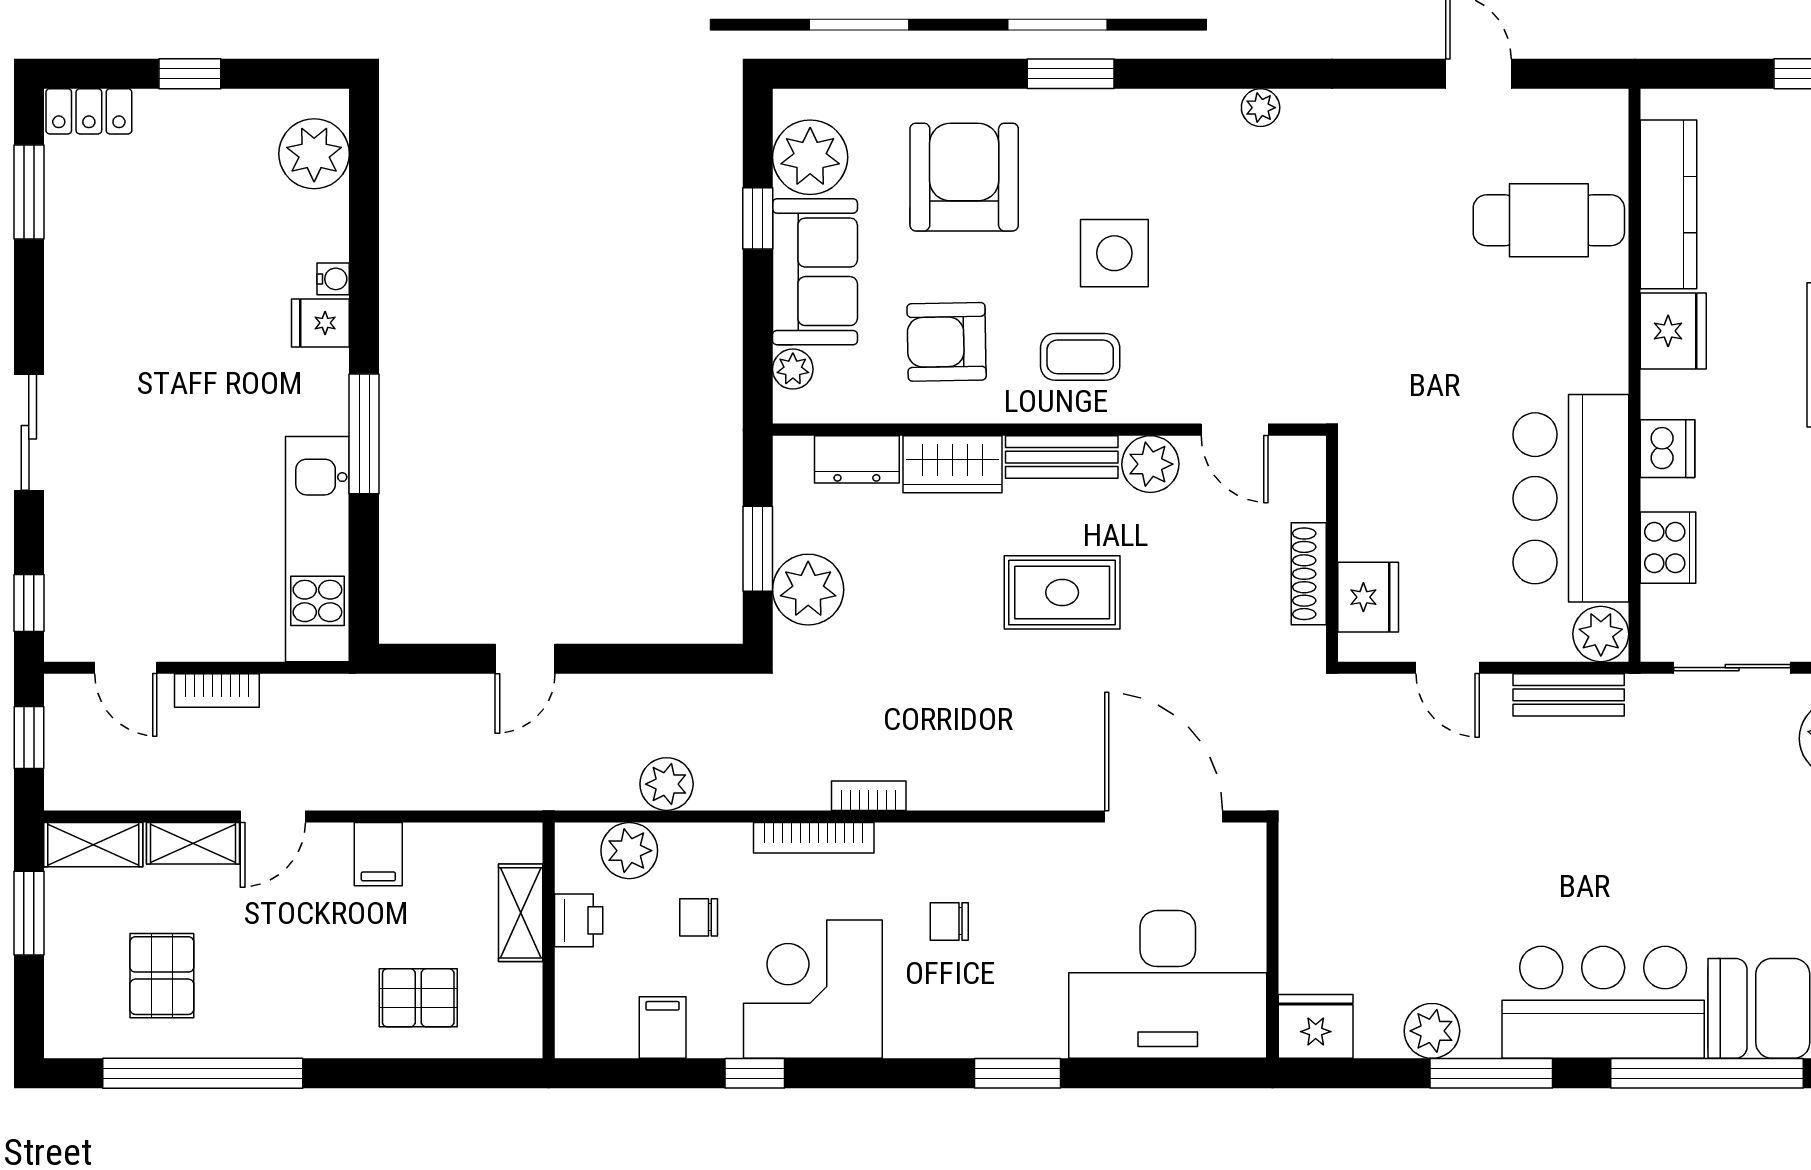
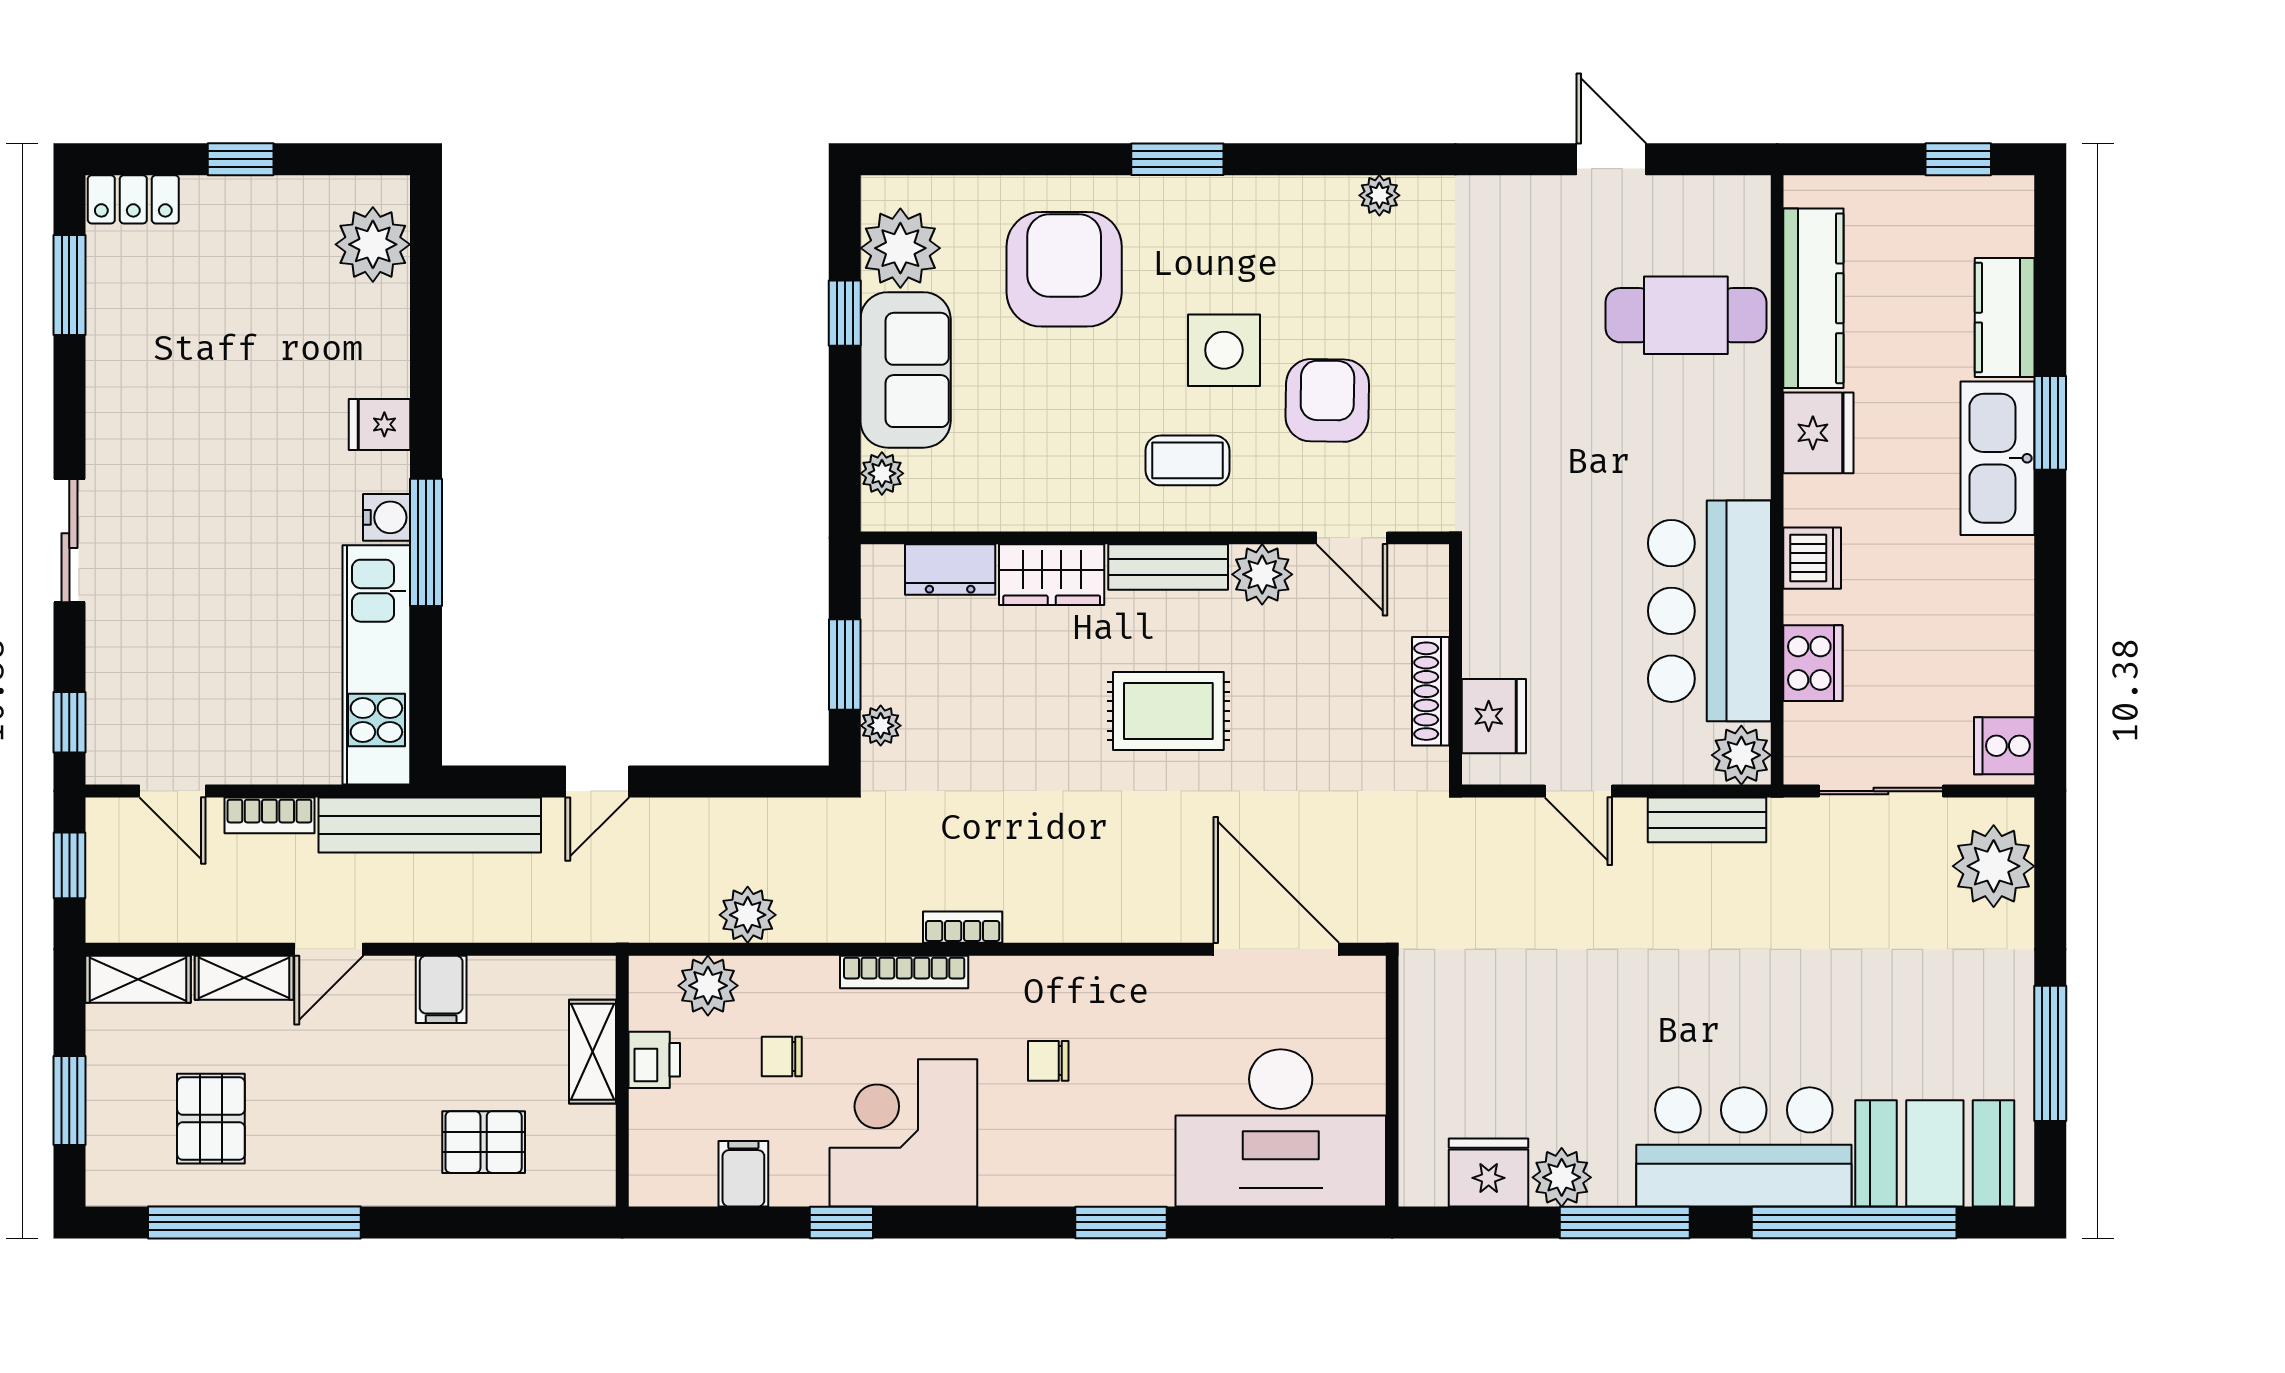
water cooler: (333, 279) -> (387, 517), moved, width x1.38, depth x1.38
armchair: (947, 342) -> (1327, 400), moved, turned 92
plant: (808, 590) -> (881, 726), width x0.53, depth x0.53
bench: (368, 700) -> (430, 825), added
window: (29, 913) -> (69, 1101), moved
fridge: (1316, 1026) -> (1489, 1173), moved

